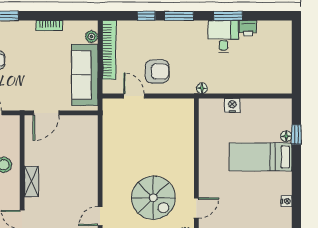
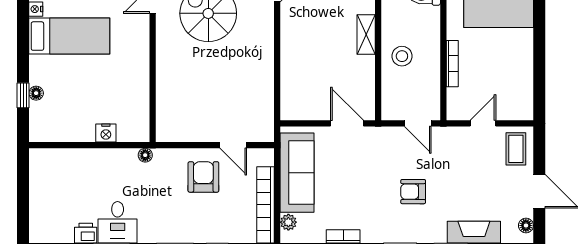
armchair: (157, 71) -> (203, 177), turned 90
door: (46, 113) -> (347, 123), hinge flipped
bed: (261, 157) -> (69, 36), moved

